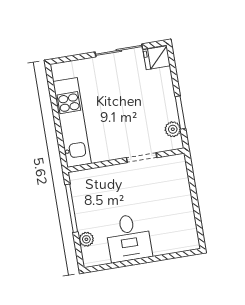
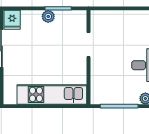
plant: (173, 129) -> (48, 16), moved

